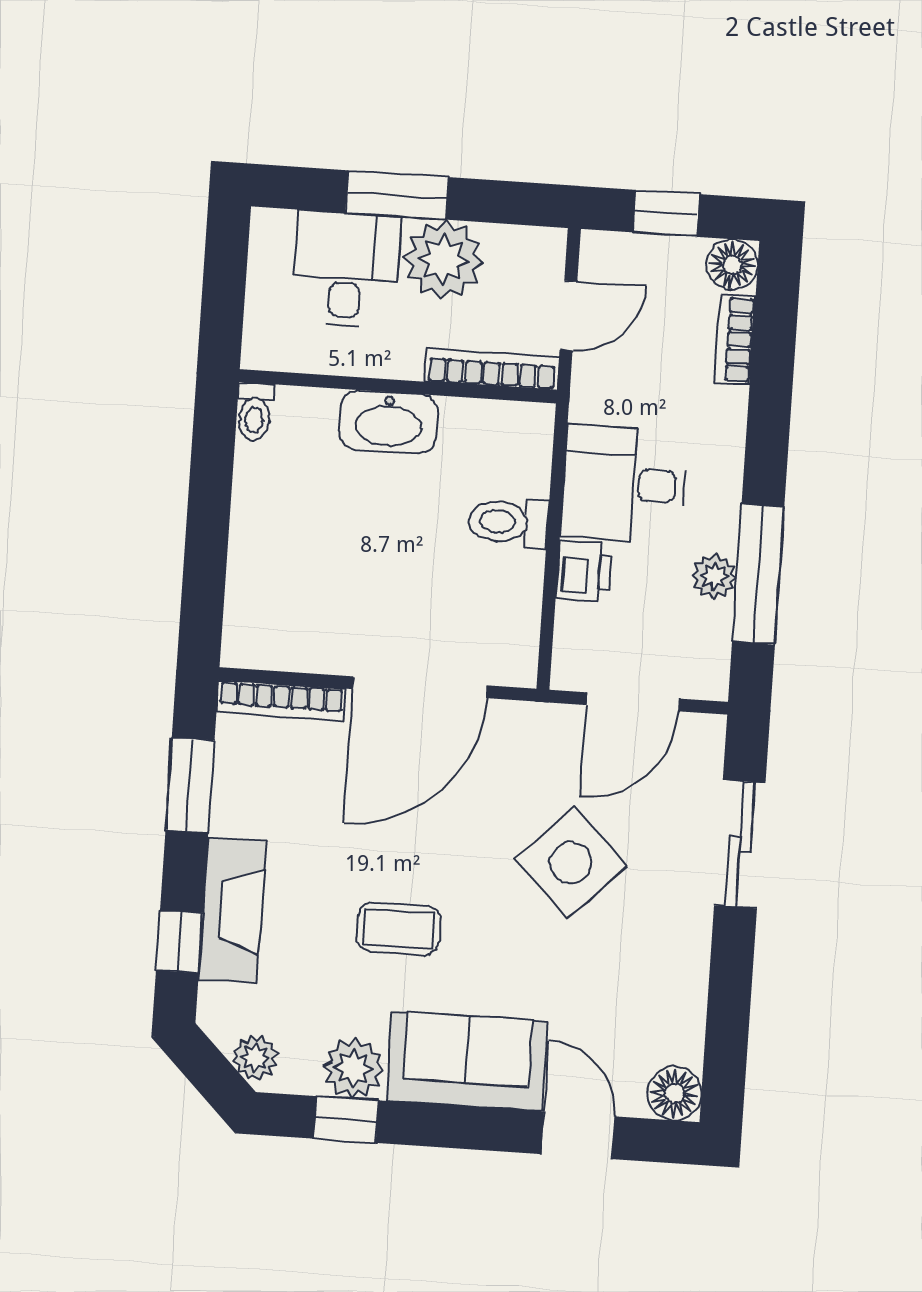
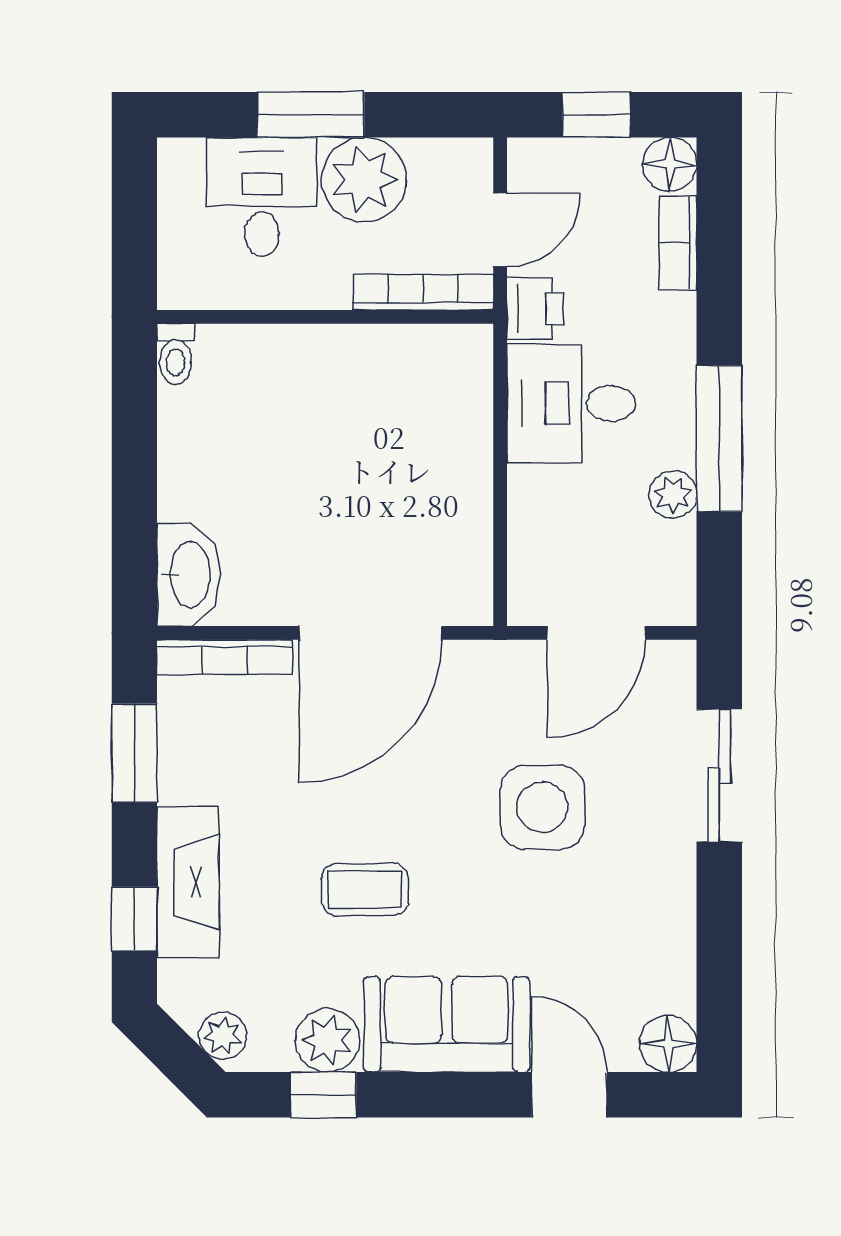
washbasin: (388, 422) -> (188, 575), moved, turned -90
toilet: (508, 522) -> (452, 452), removed
printer: (584, 571) -> (535, 309), moved
window: (758, 574) -> (719, 439), moved
side table: (571, 863) -> (542, 807), turned 45

